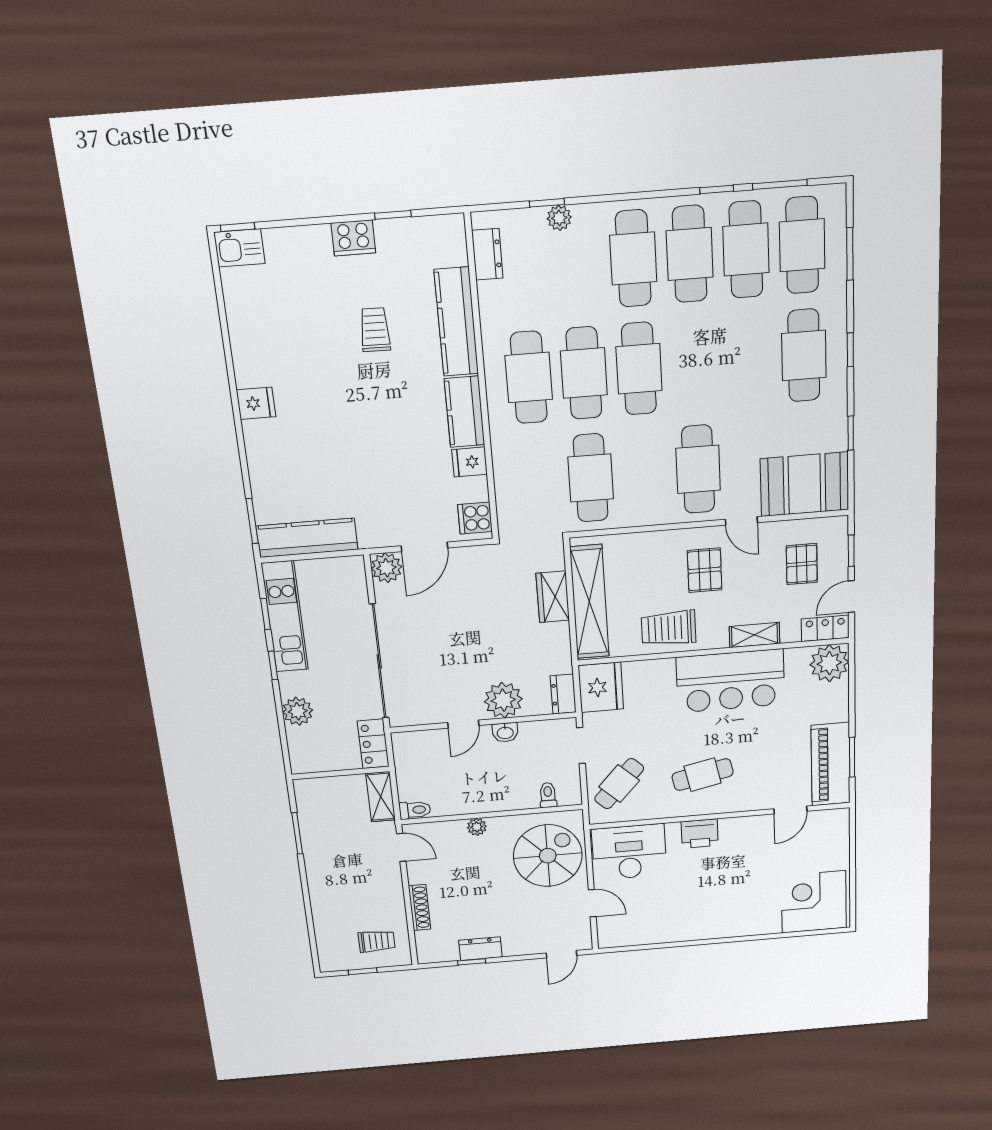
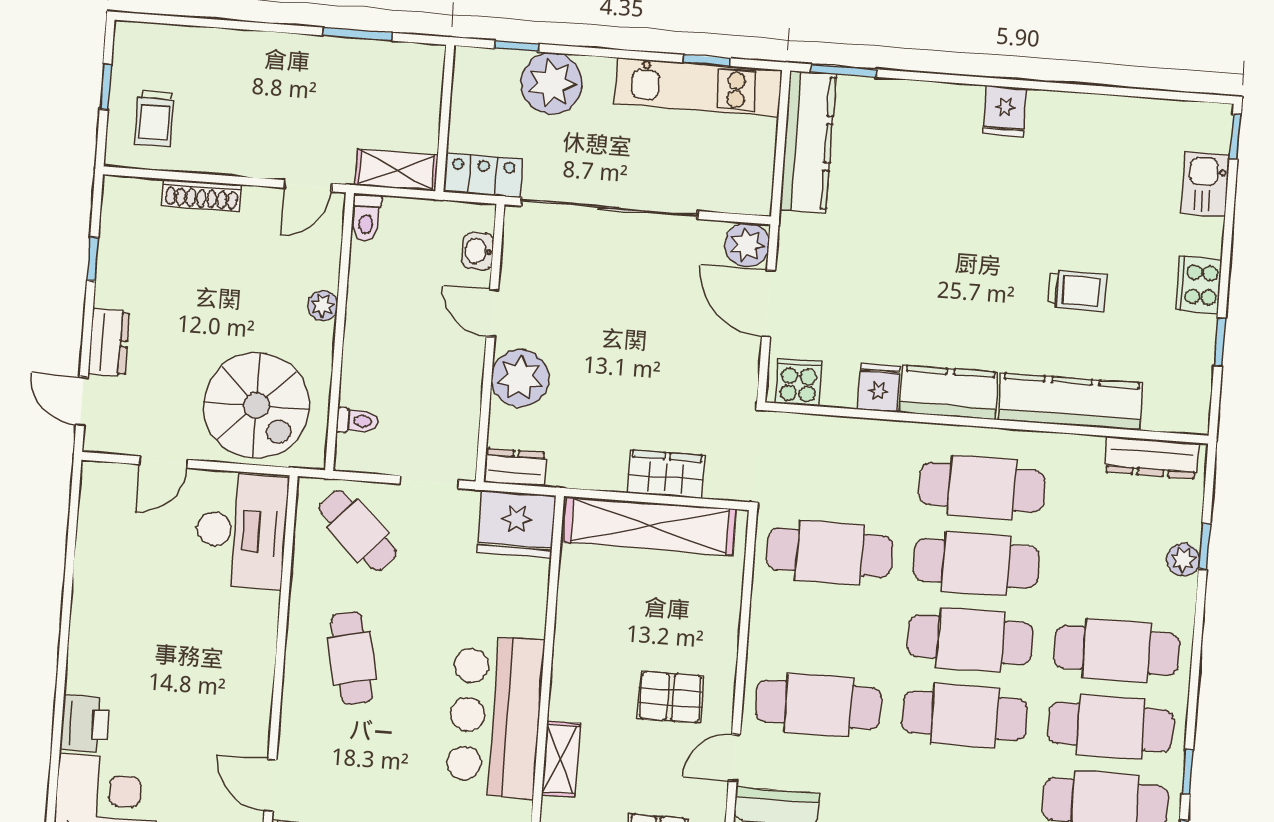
kitchen sink: (239, 248) -> (1205, 184), moved
dresser: (487, 254) -> (1152, 458), width x1.44
cafe table: (694, 364) -> (965, 716), added
trolley: (669, 628) -> (592, 635), removed
window: (273, 665) -> (517, 46), moved
plant: (298, 711) -> (552, 83), width x1.36, depth x1.36
washbasin: (505, 732) -> (478, 251), moved
printer: (700, 834) -> (85, 724), moved, turned 180
dresser: (481, 949) -> (109, 343), moved

